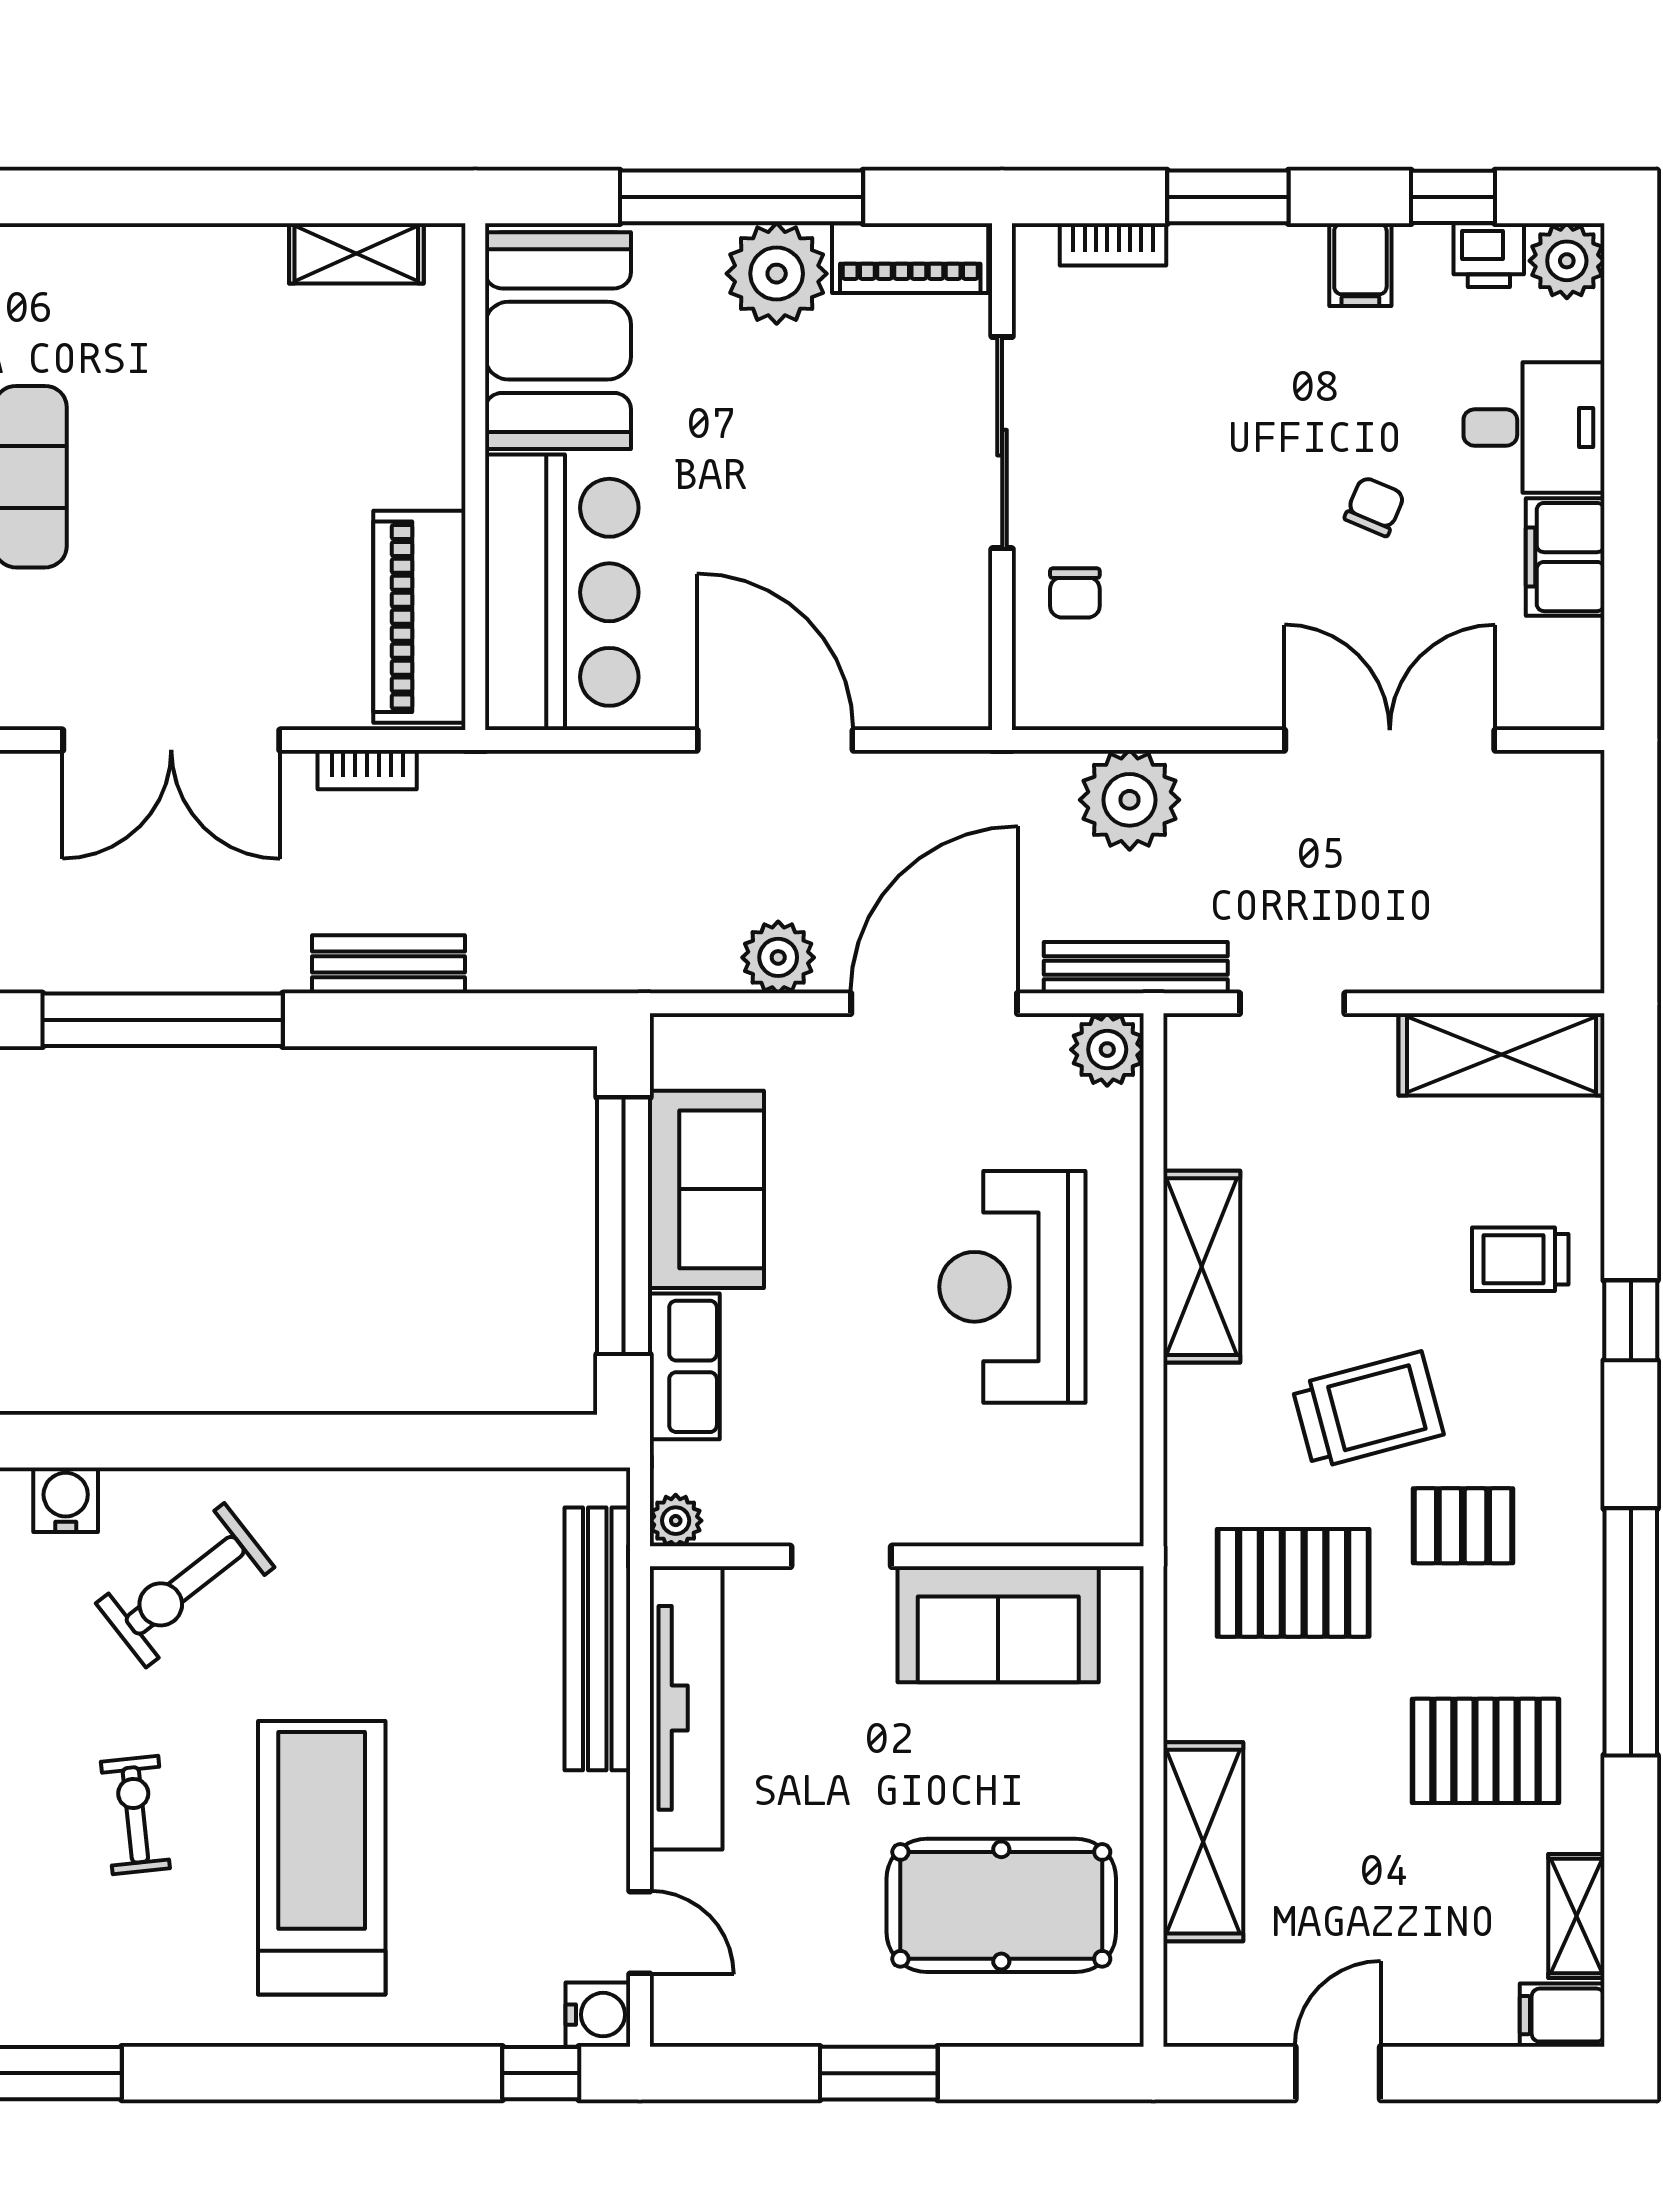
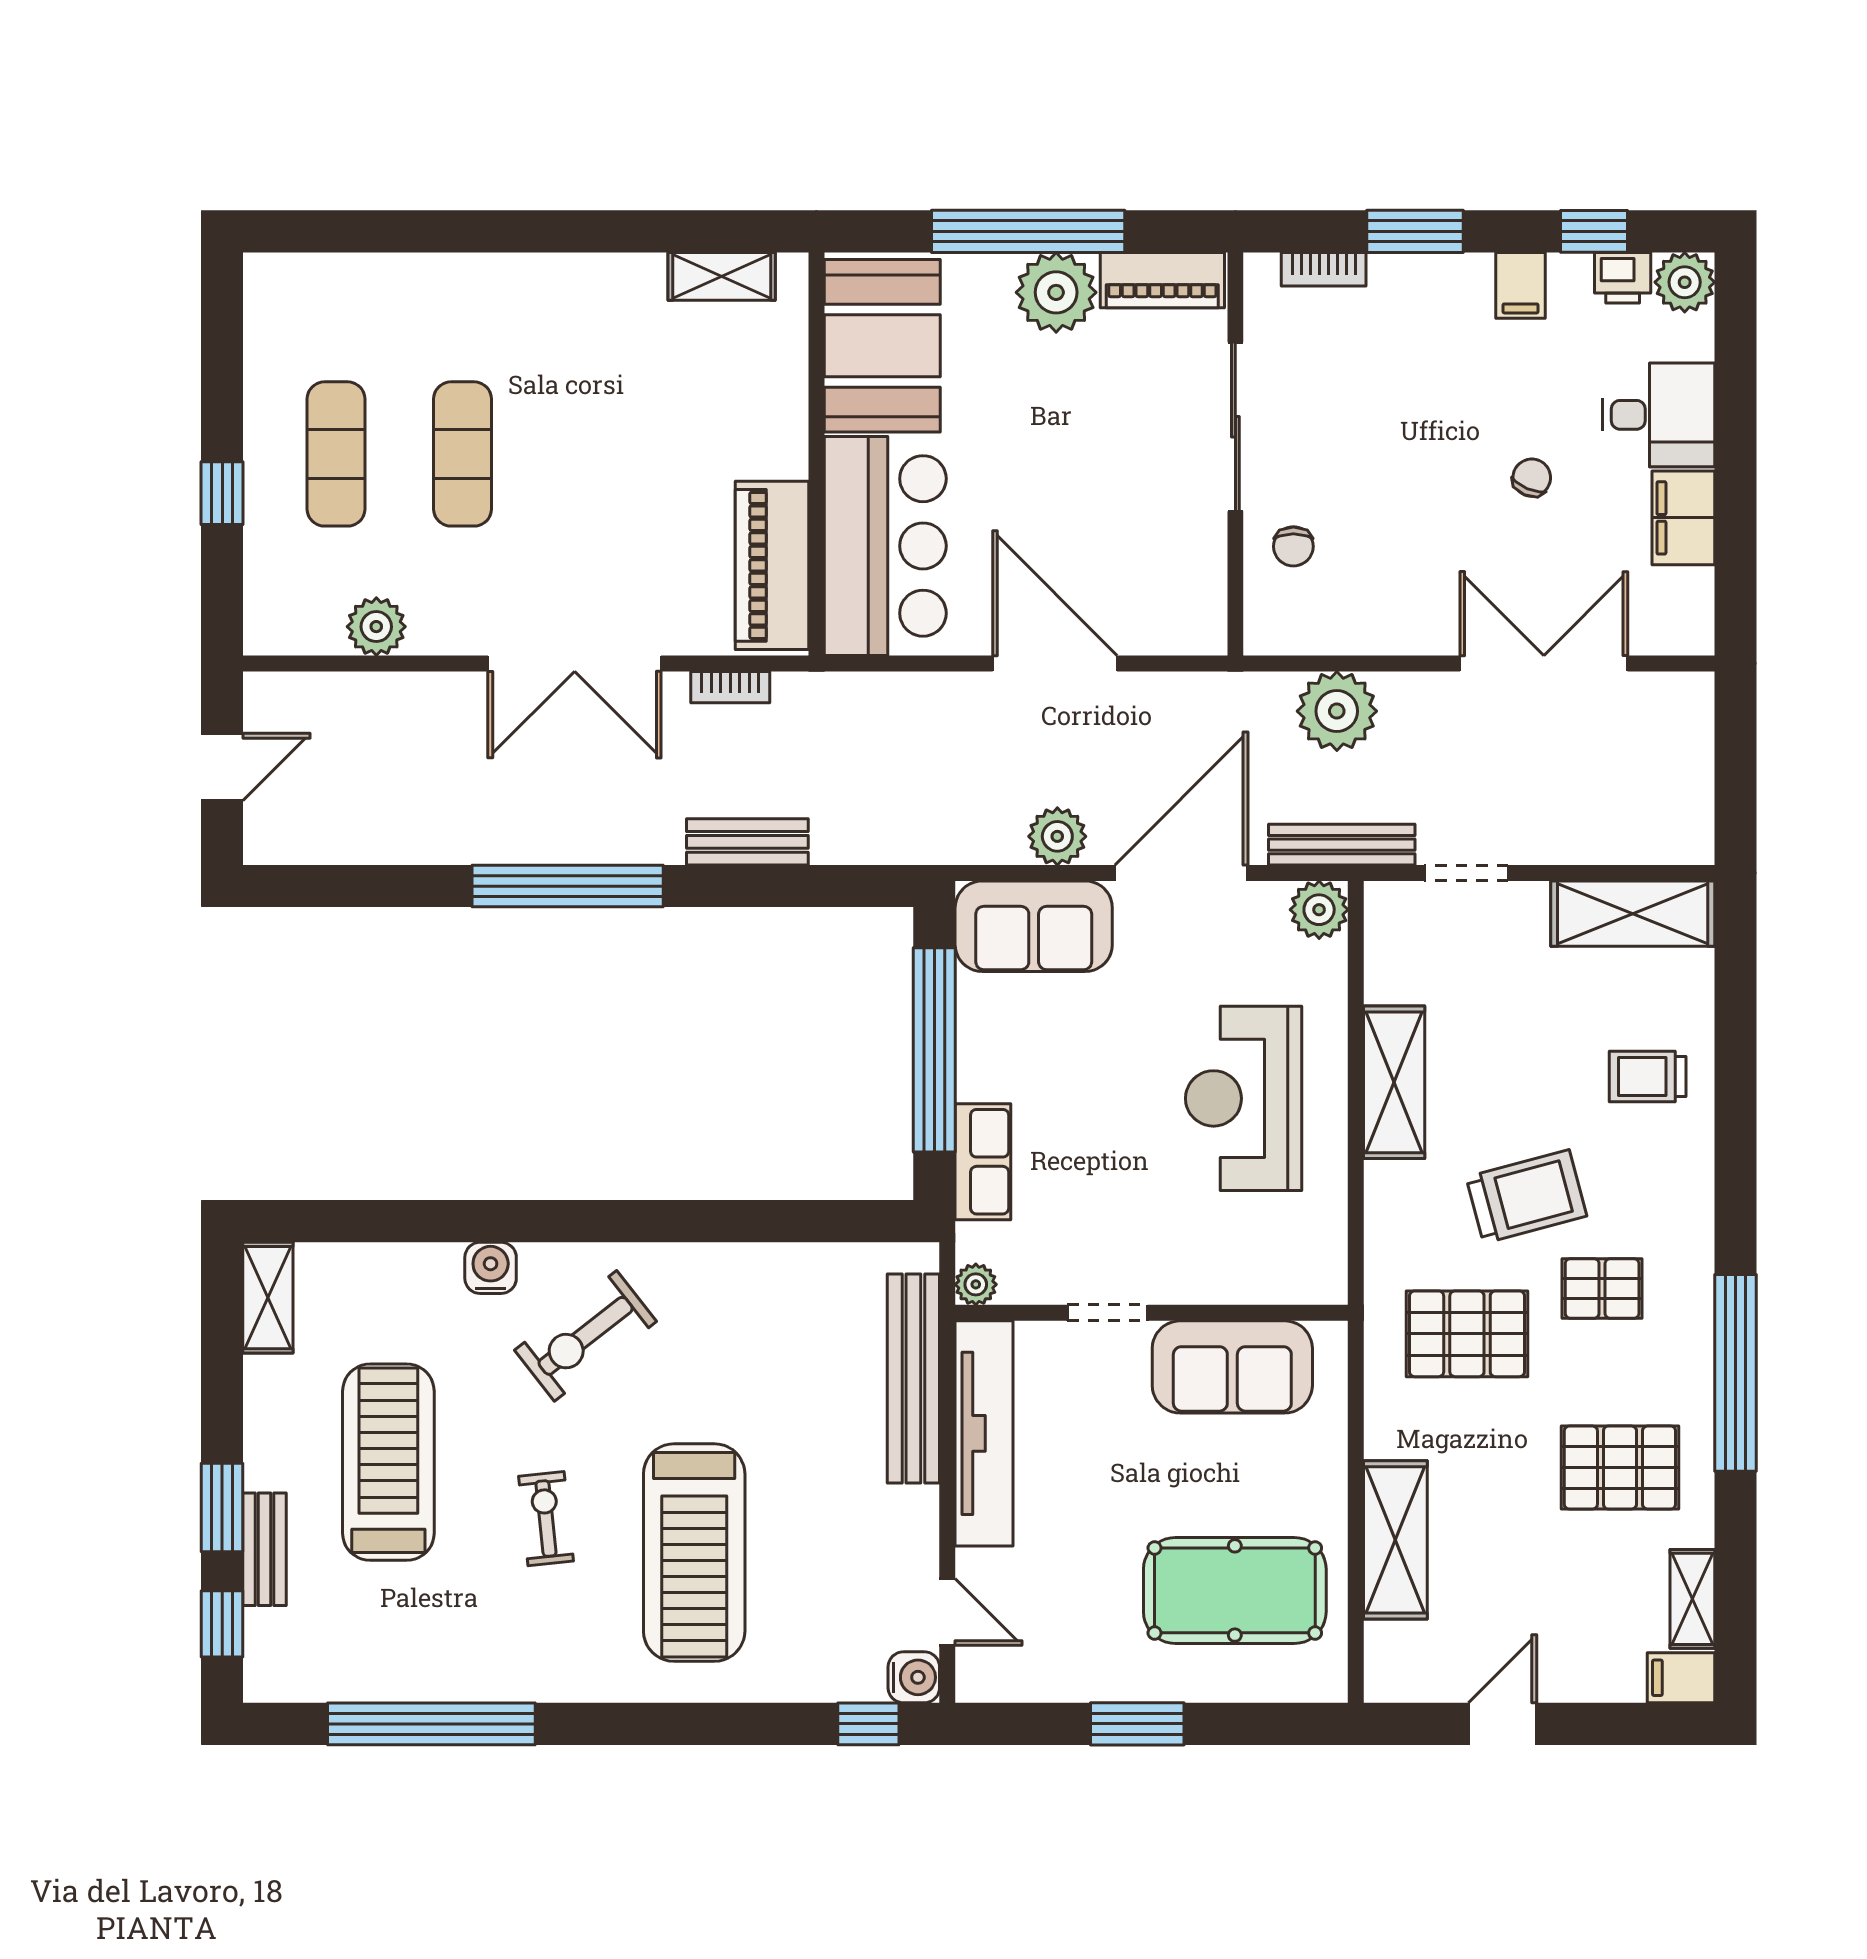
sofa: (707, 1189) -> (1034, 926), moved, turned 90
window: (1631, 1320) -> (1735, 1125), removed
treadmill: (322, 1858) -> (694, 1553), turned 180

